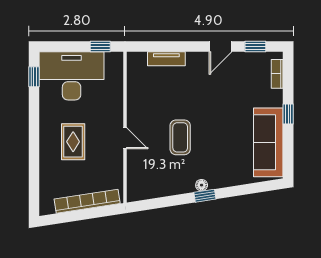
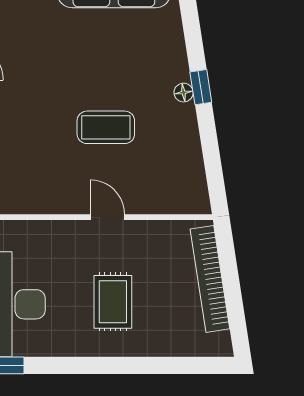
door: (125, 138) -> (107, 217), hinge flipped
rug: (73, 142) -> (113, 302), turned 90

